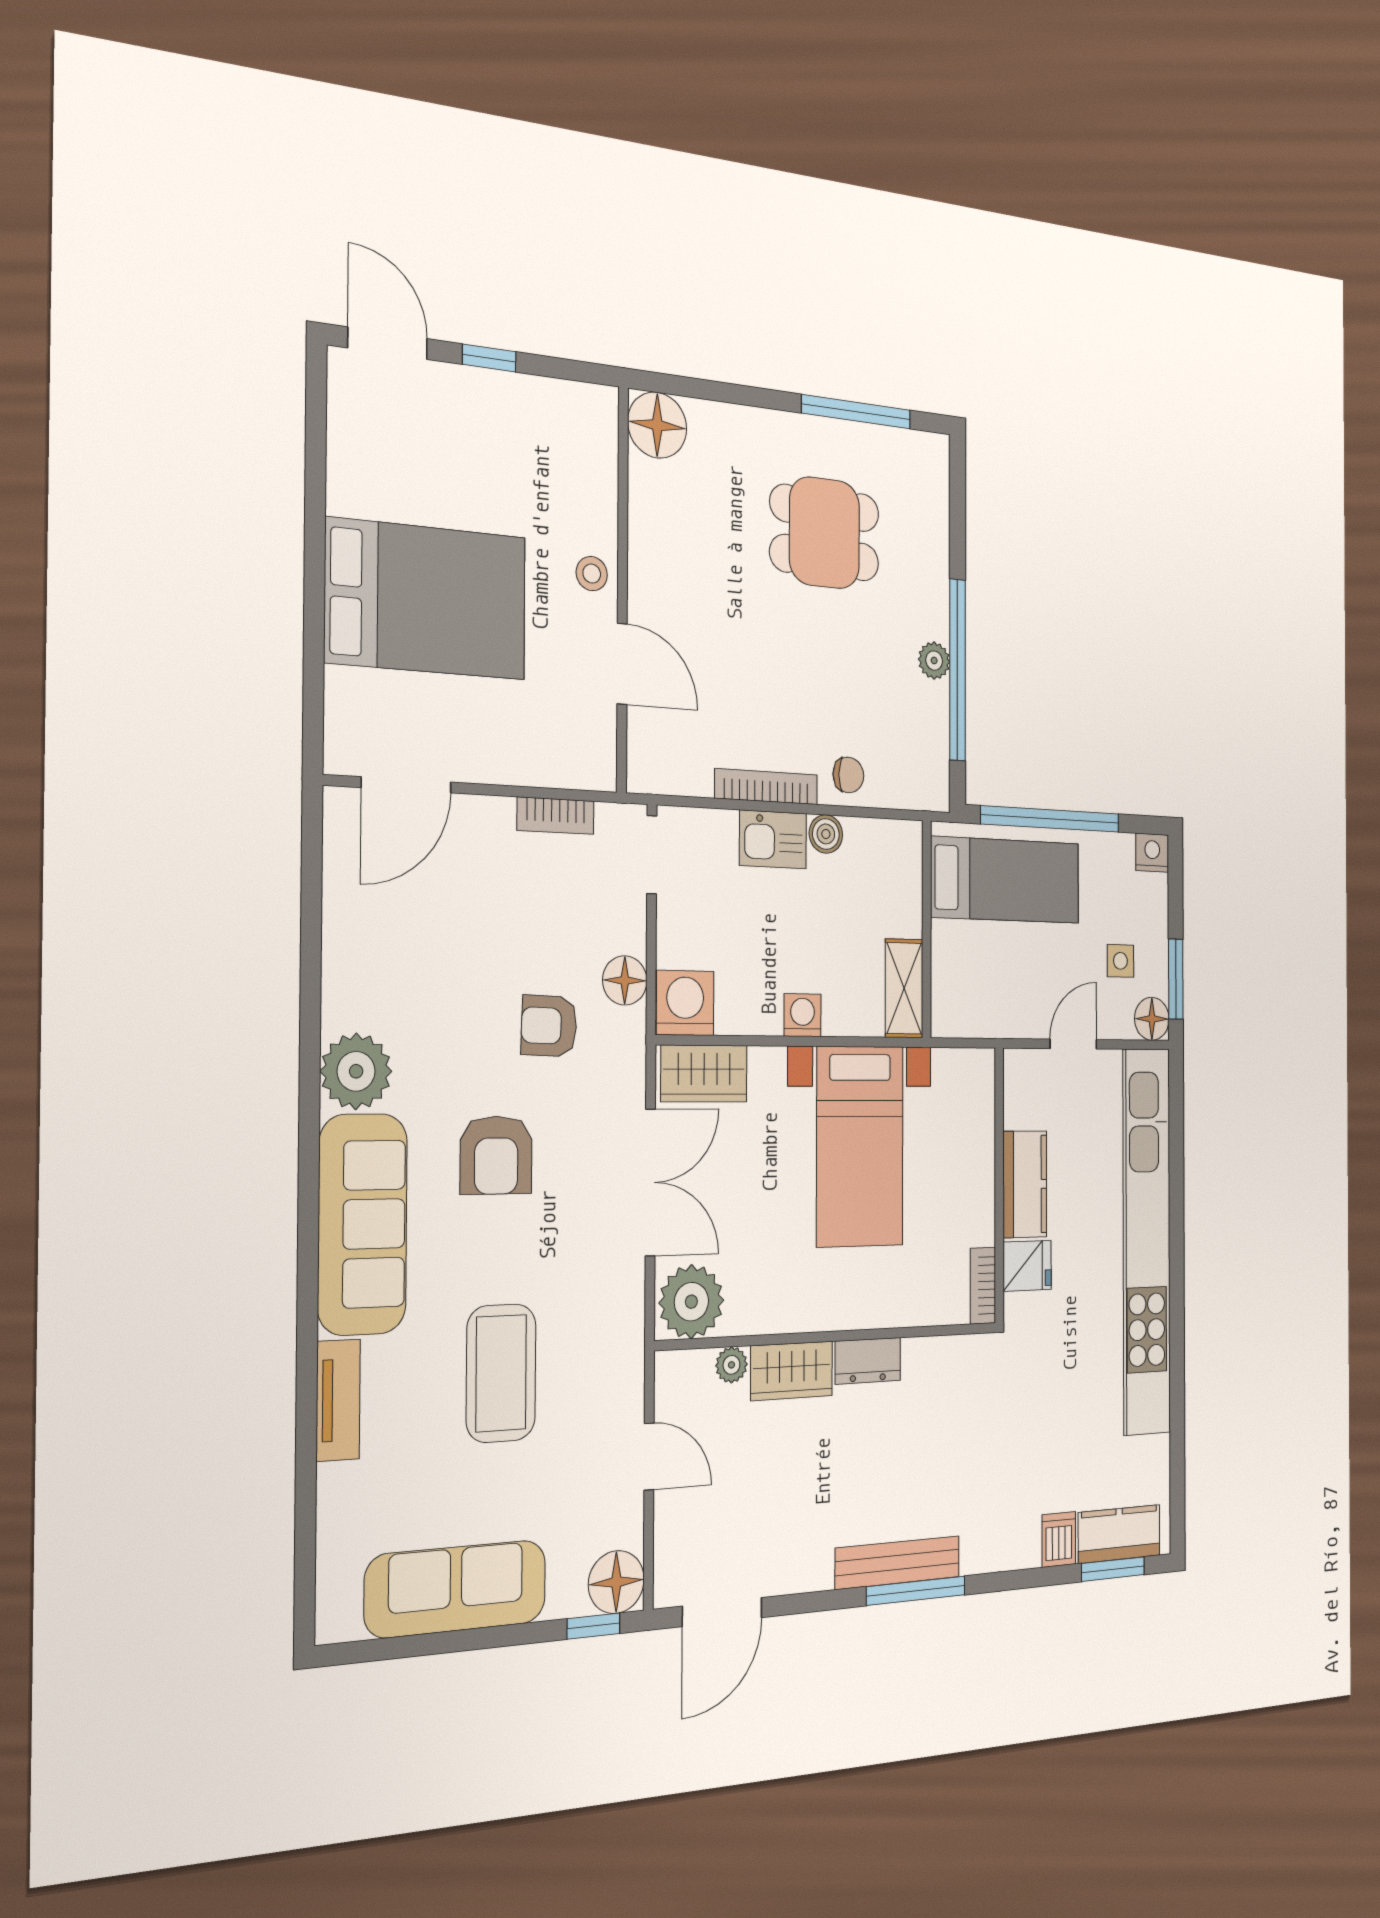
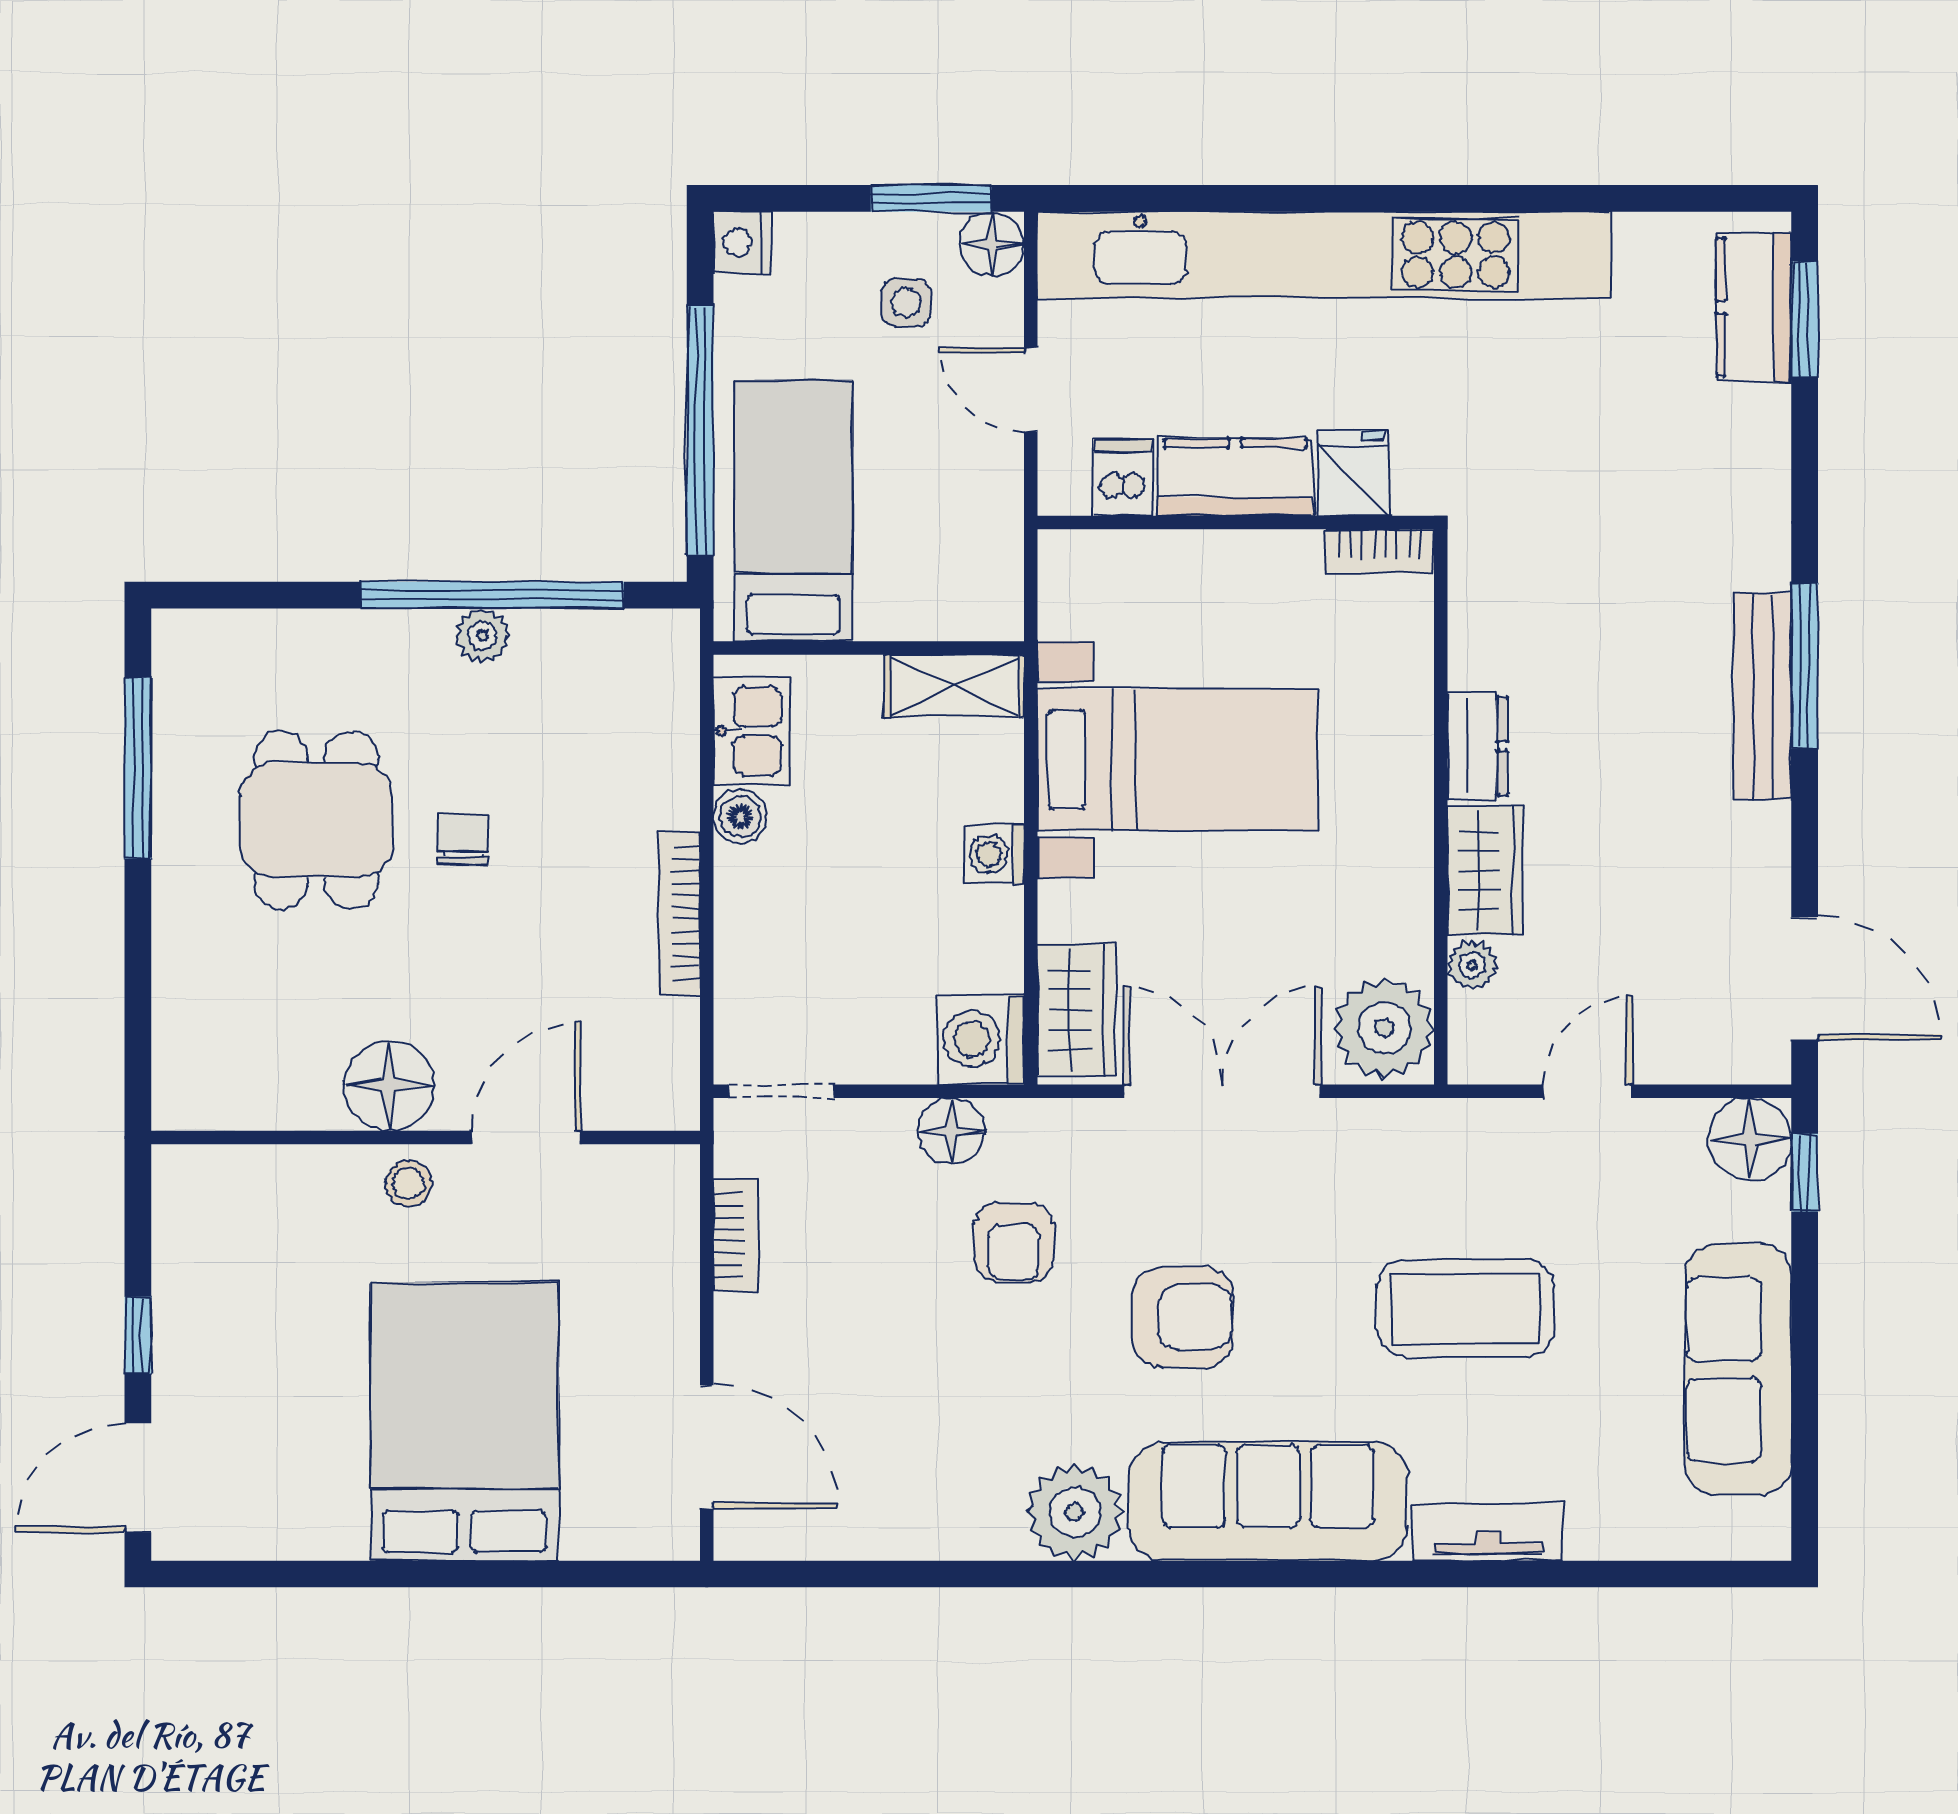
floor lamp: (657, 425) -> (389, 1086), moved
chair: (848, 775) -> (463, 839), moved
kitchen sink: (773, 839) -> (752, 731), moved
dishwasher: (1059, 1539) -> (1123, 477), moved, turned 90

